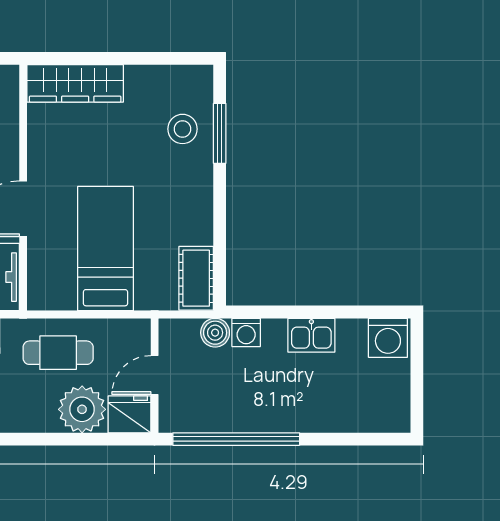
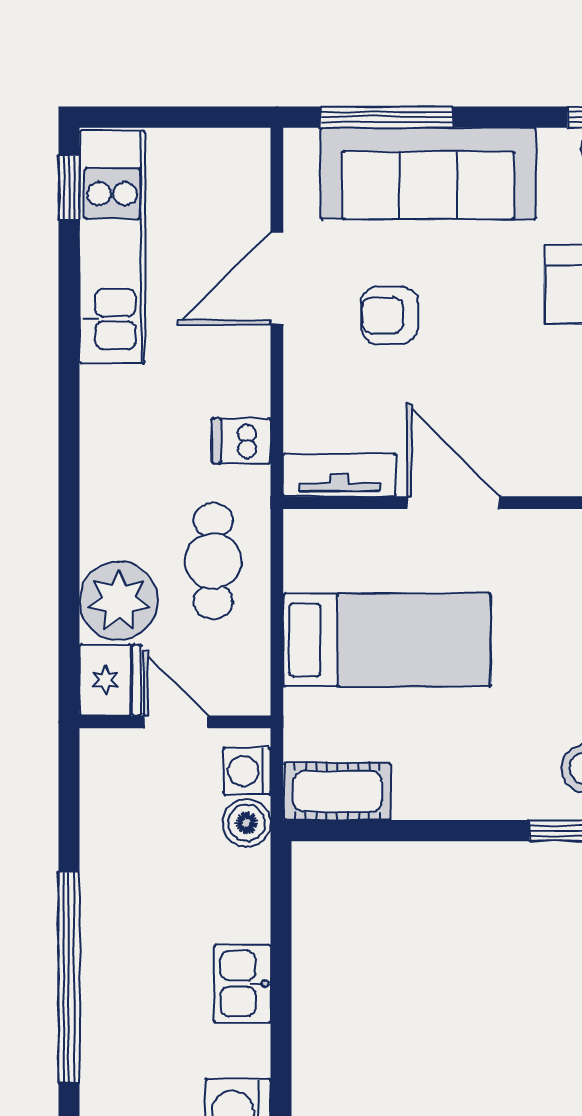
washing machine: (246, 332) -> (247, 771), moved
window: (236, 439) -> (69, 977), moved

